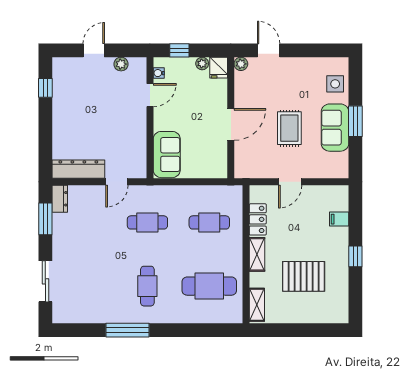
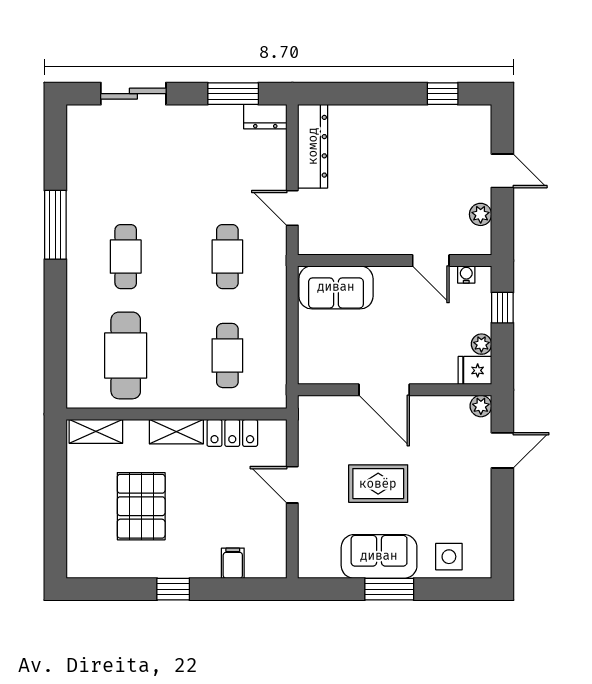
cafe table: (147, 286) -> (126, 257), turned 90

